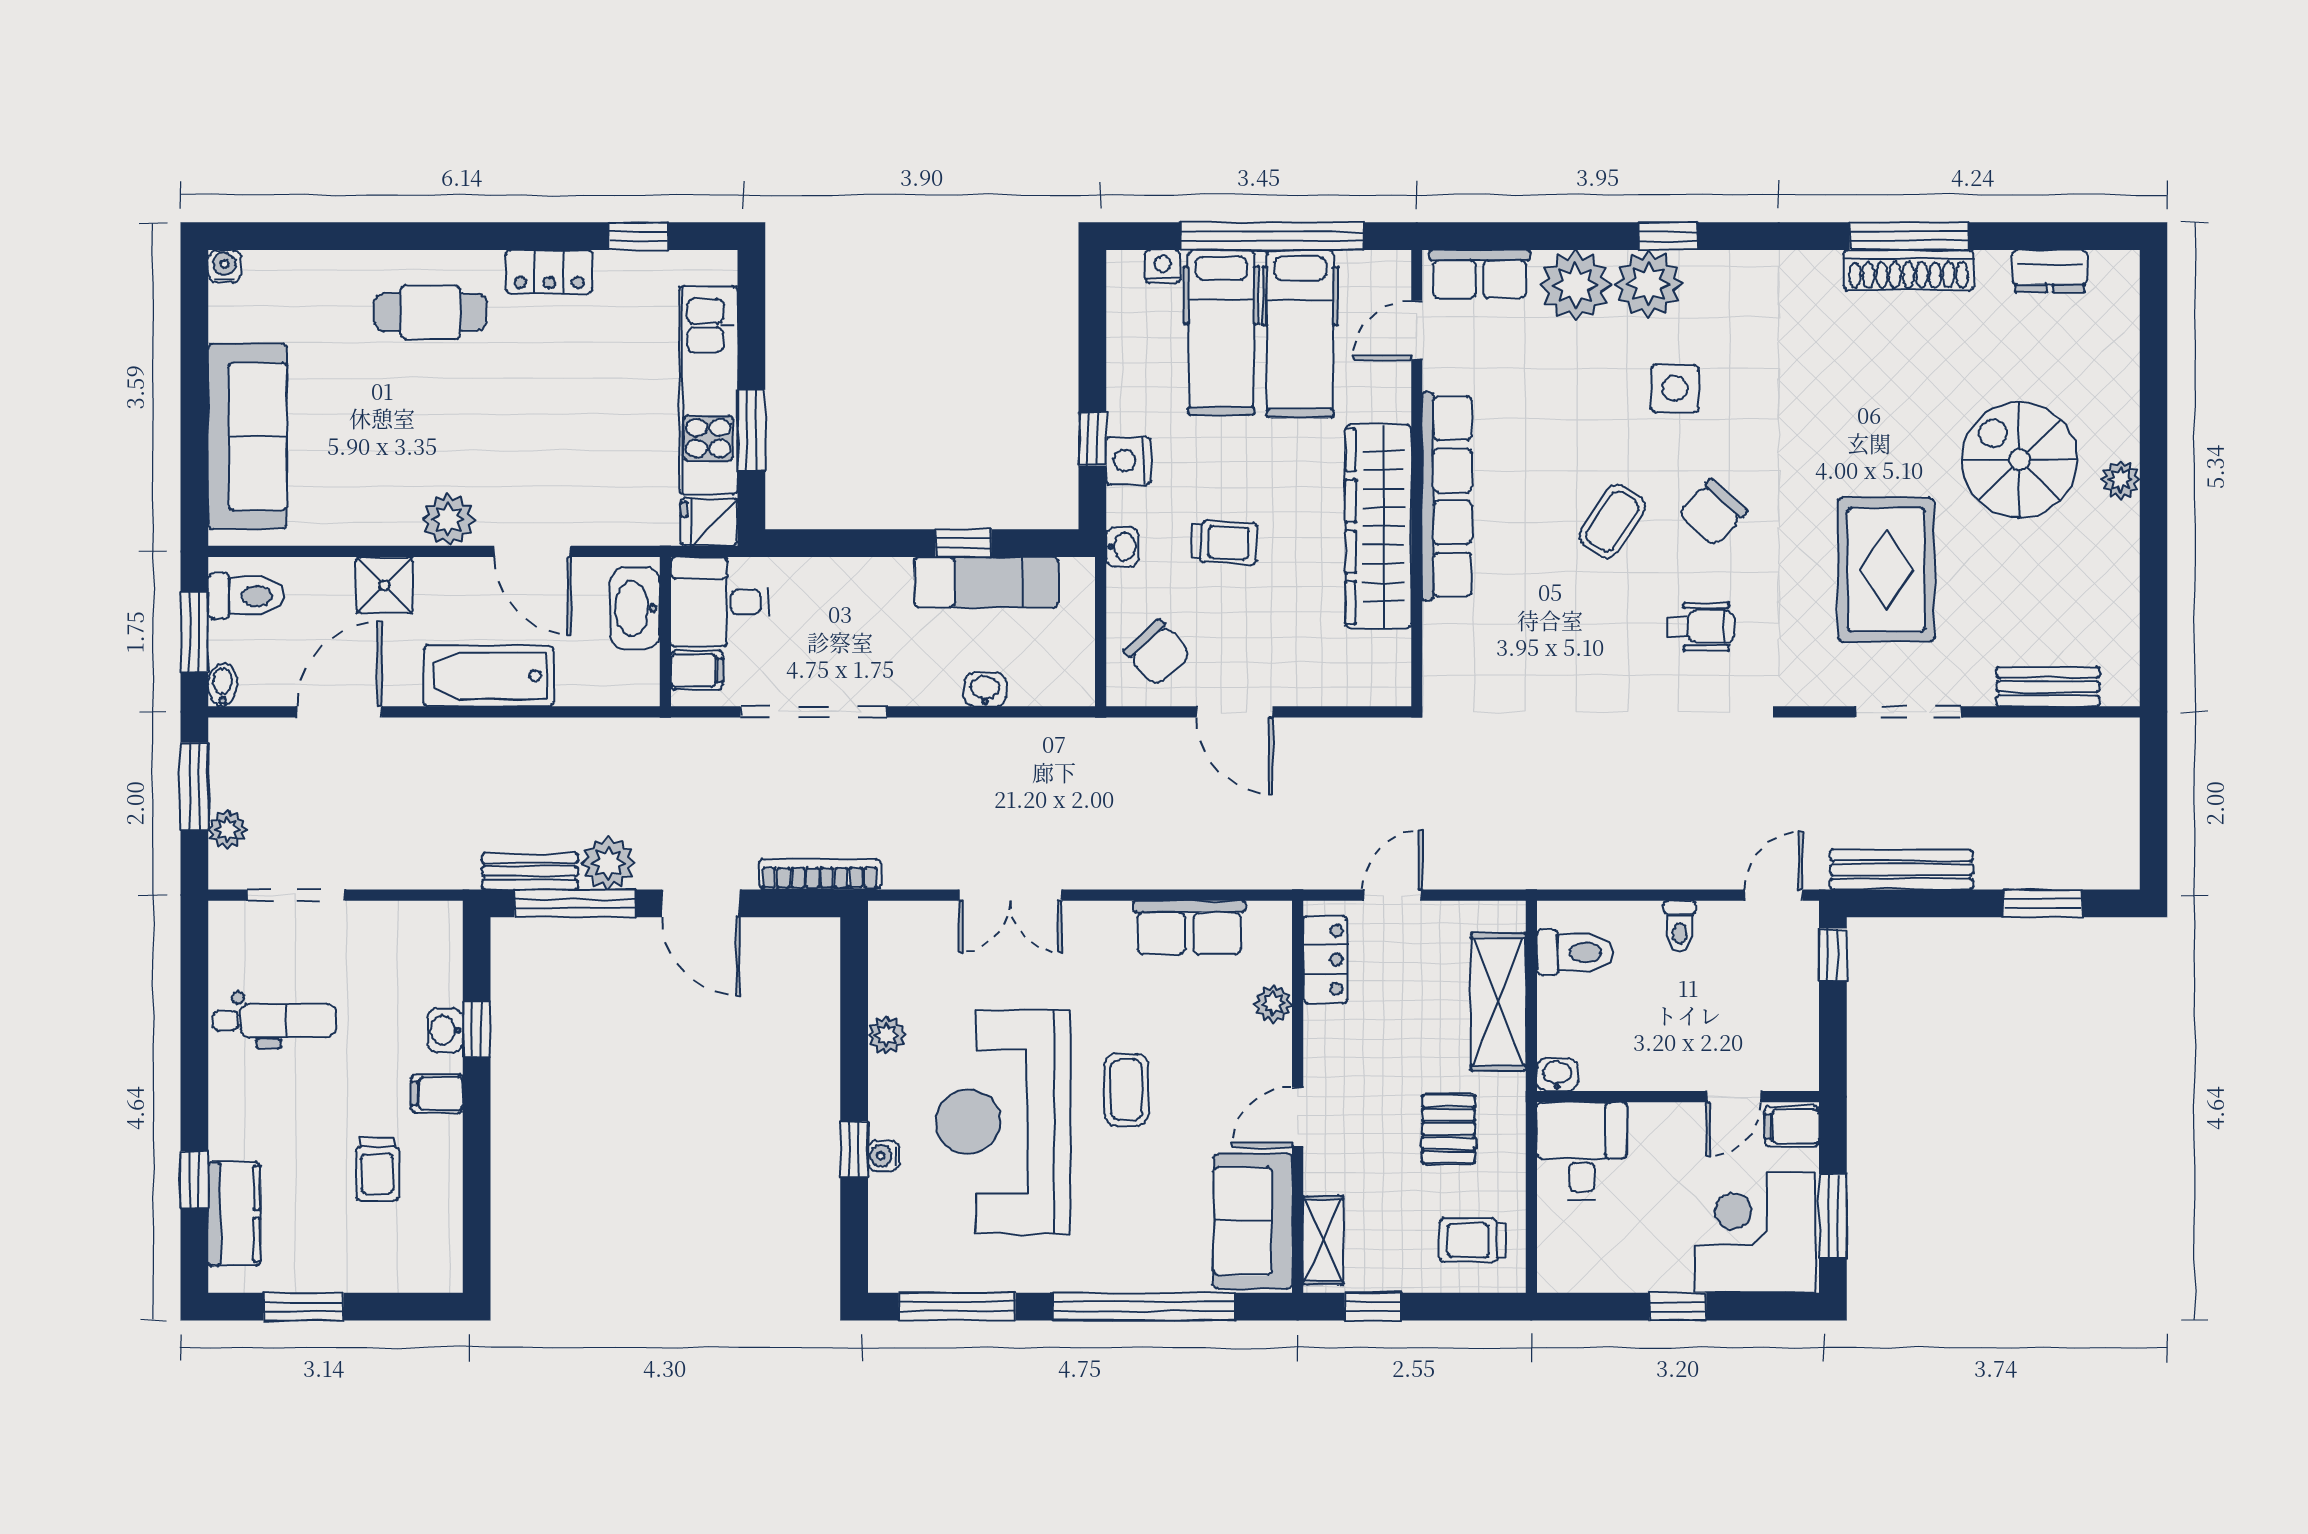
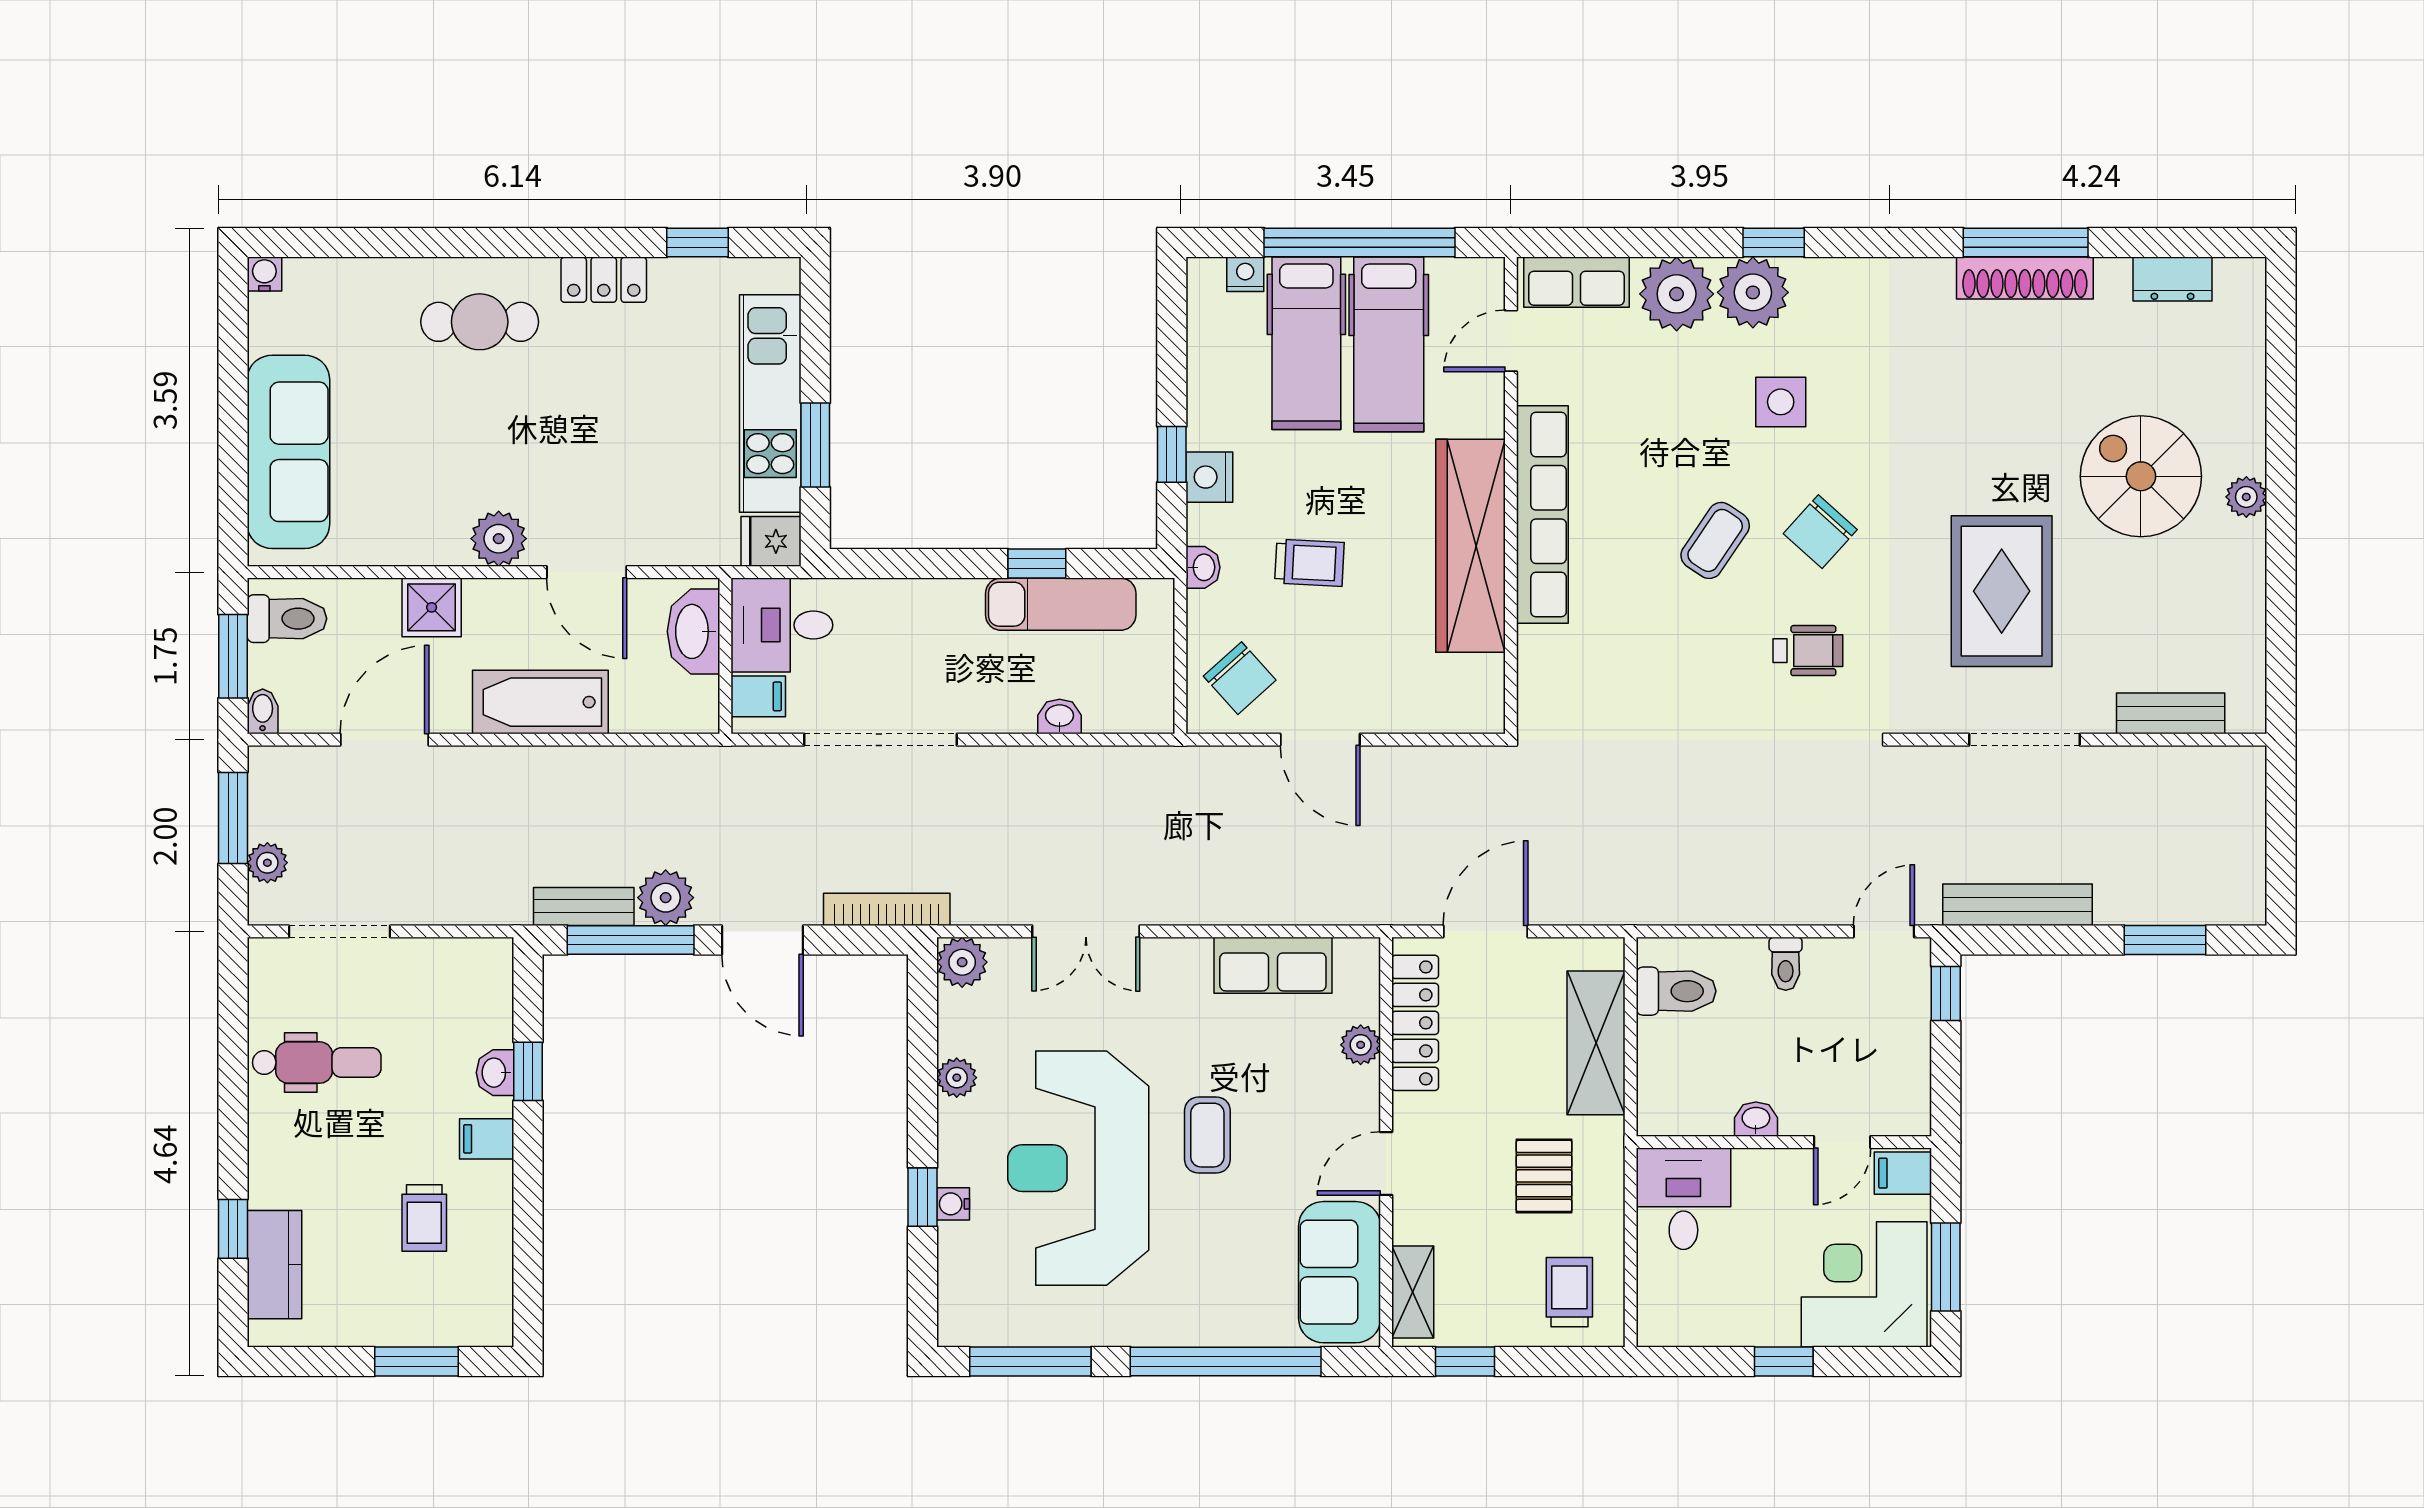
door: (1393, 895) -> (1486, 931), width x1.38
plant: (892, 925) -> (962, 962), added
locker: (1325, 960) -> (1415, 1023), width x1.53
washbasin: (1557, 1075) -> (1756, 1119), moved
trolley: (1473, 1240) -> (1569, 1292), turned 90
window: (303, 1307) -> (416, 1361), moved

